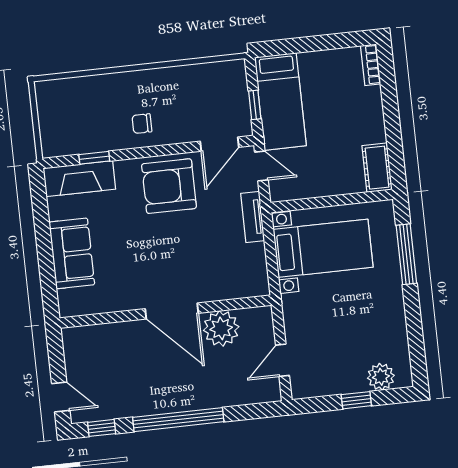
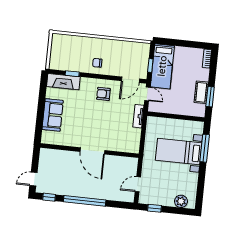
window: (394, 143) -> (210, 97), added
cot: (377, 168) -> (201, 92), moved
armchair: (169, 186) -> (103, 94), width x0.53, depth x0.53
bed with nightstands: (323, 248) -> (179, 152), moved, turned 180
plant: (221, 328) -> (113, 164), removed
door: (61, 397) -> (33, 179), swing flipped
window: (356, 400) -> (154, 208), moved

